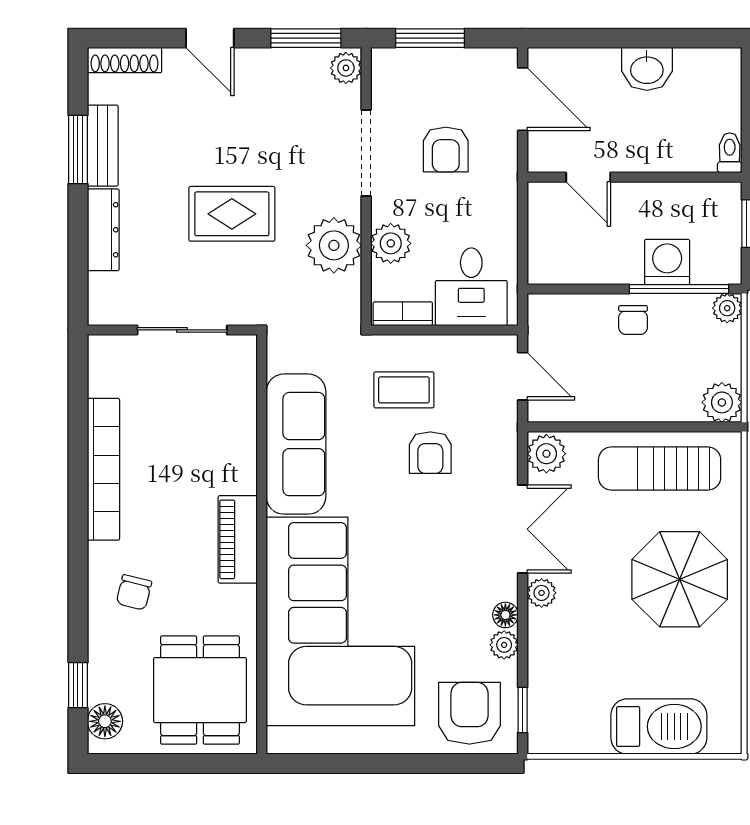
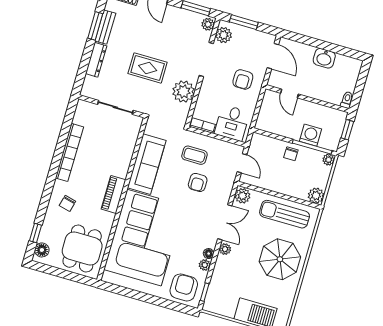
armchair: (446, 150) -> (243, 79), moved
plant: (391, 243) -> (224, 35), moved

